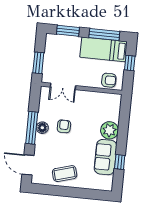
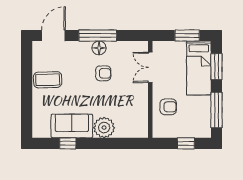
bed: (104, 49) -> (199, 68), moved, turned 180
window: (38, 63) -> (187, 35), moved
armchair: (109, 80) -> (168, 107), moved, turned -90
coffee table: (65, 174) -> (48, 80), turned -76

